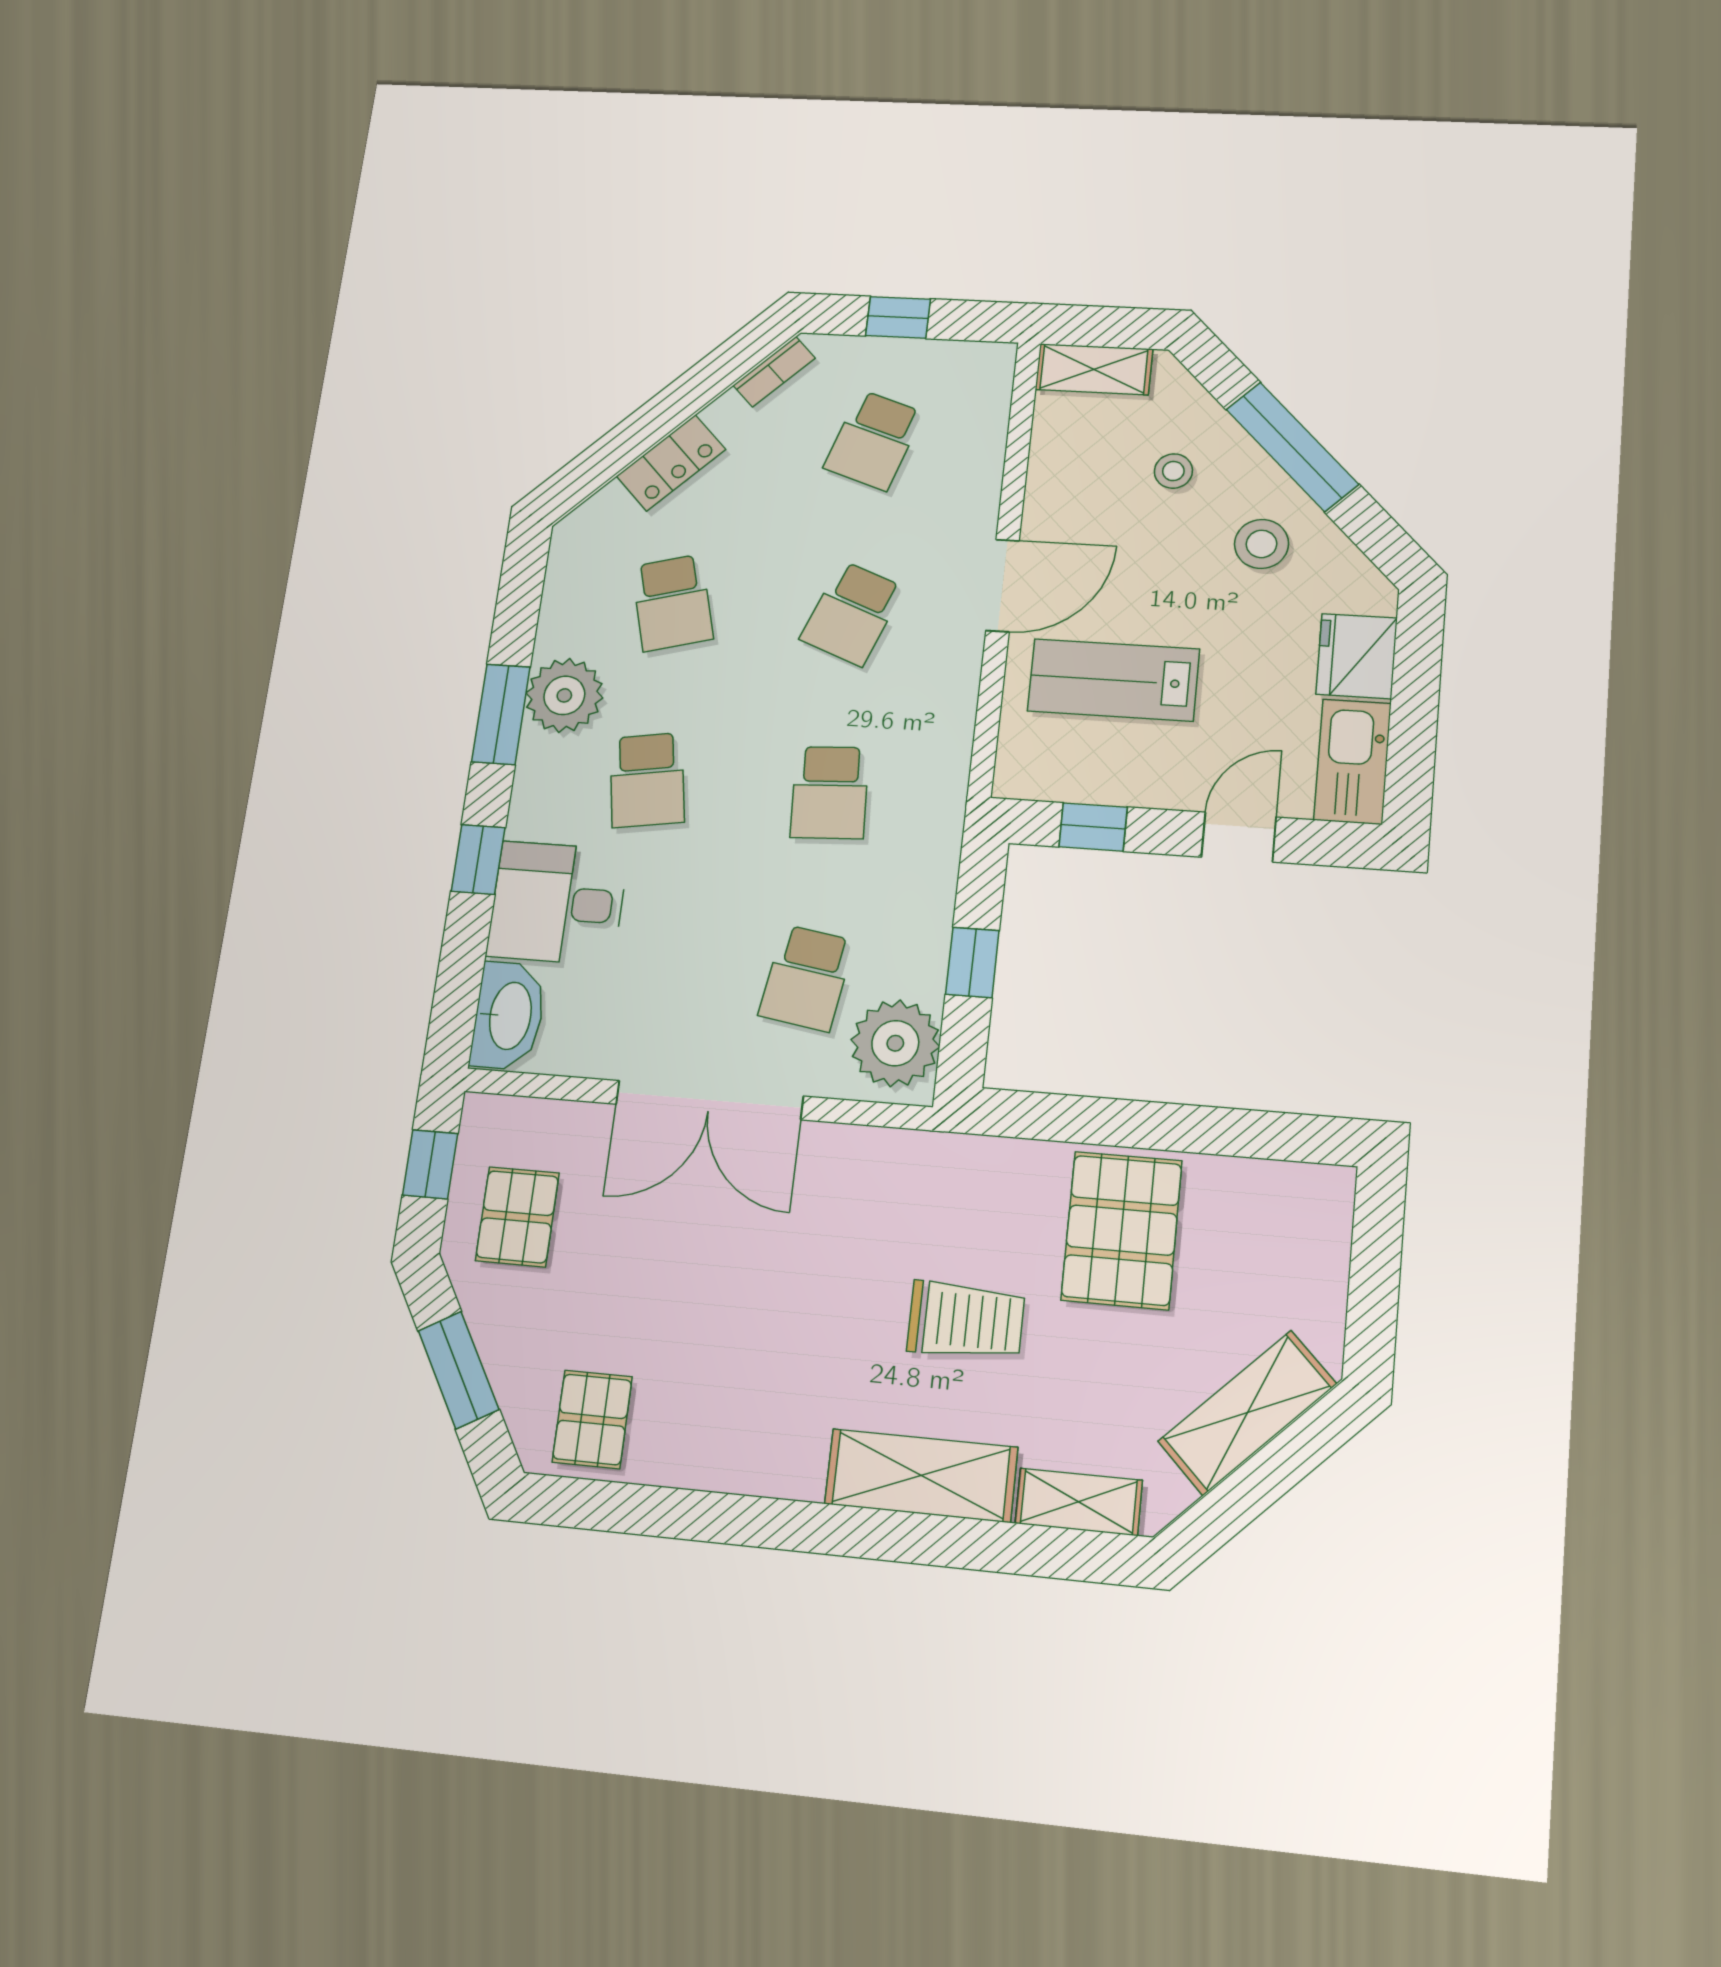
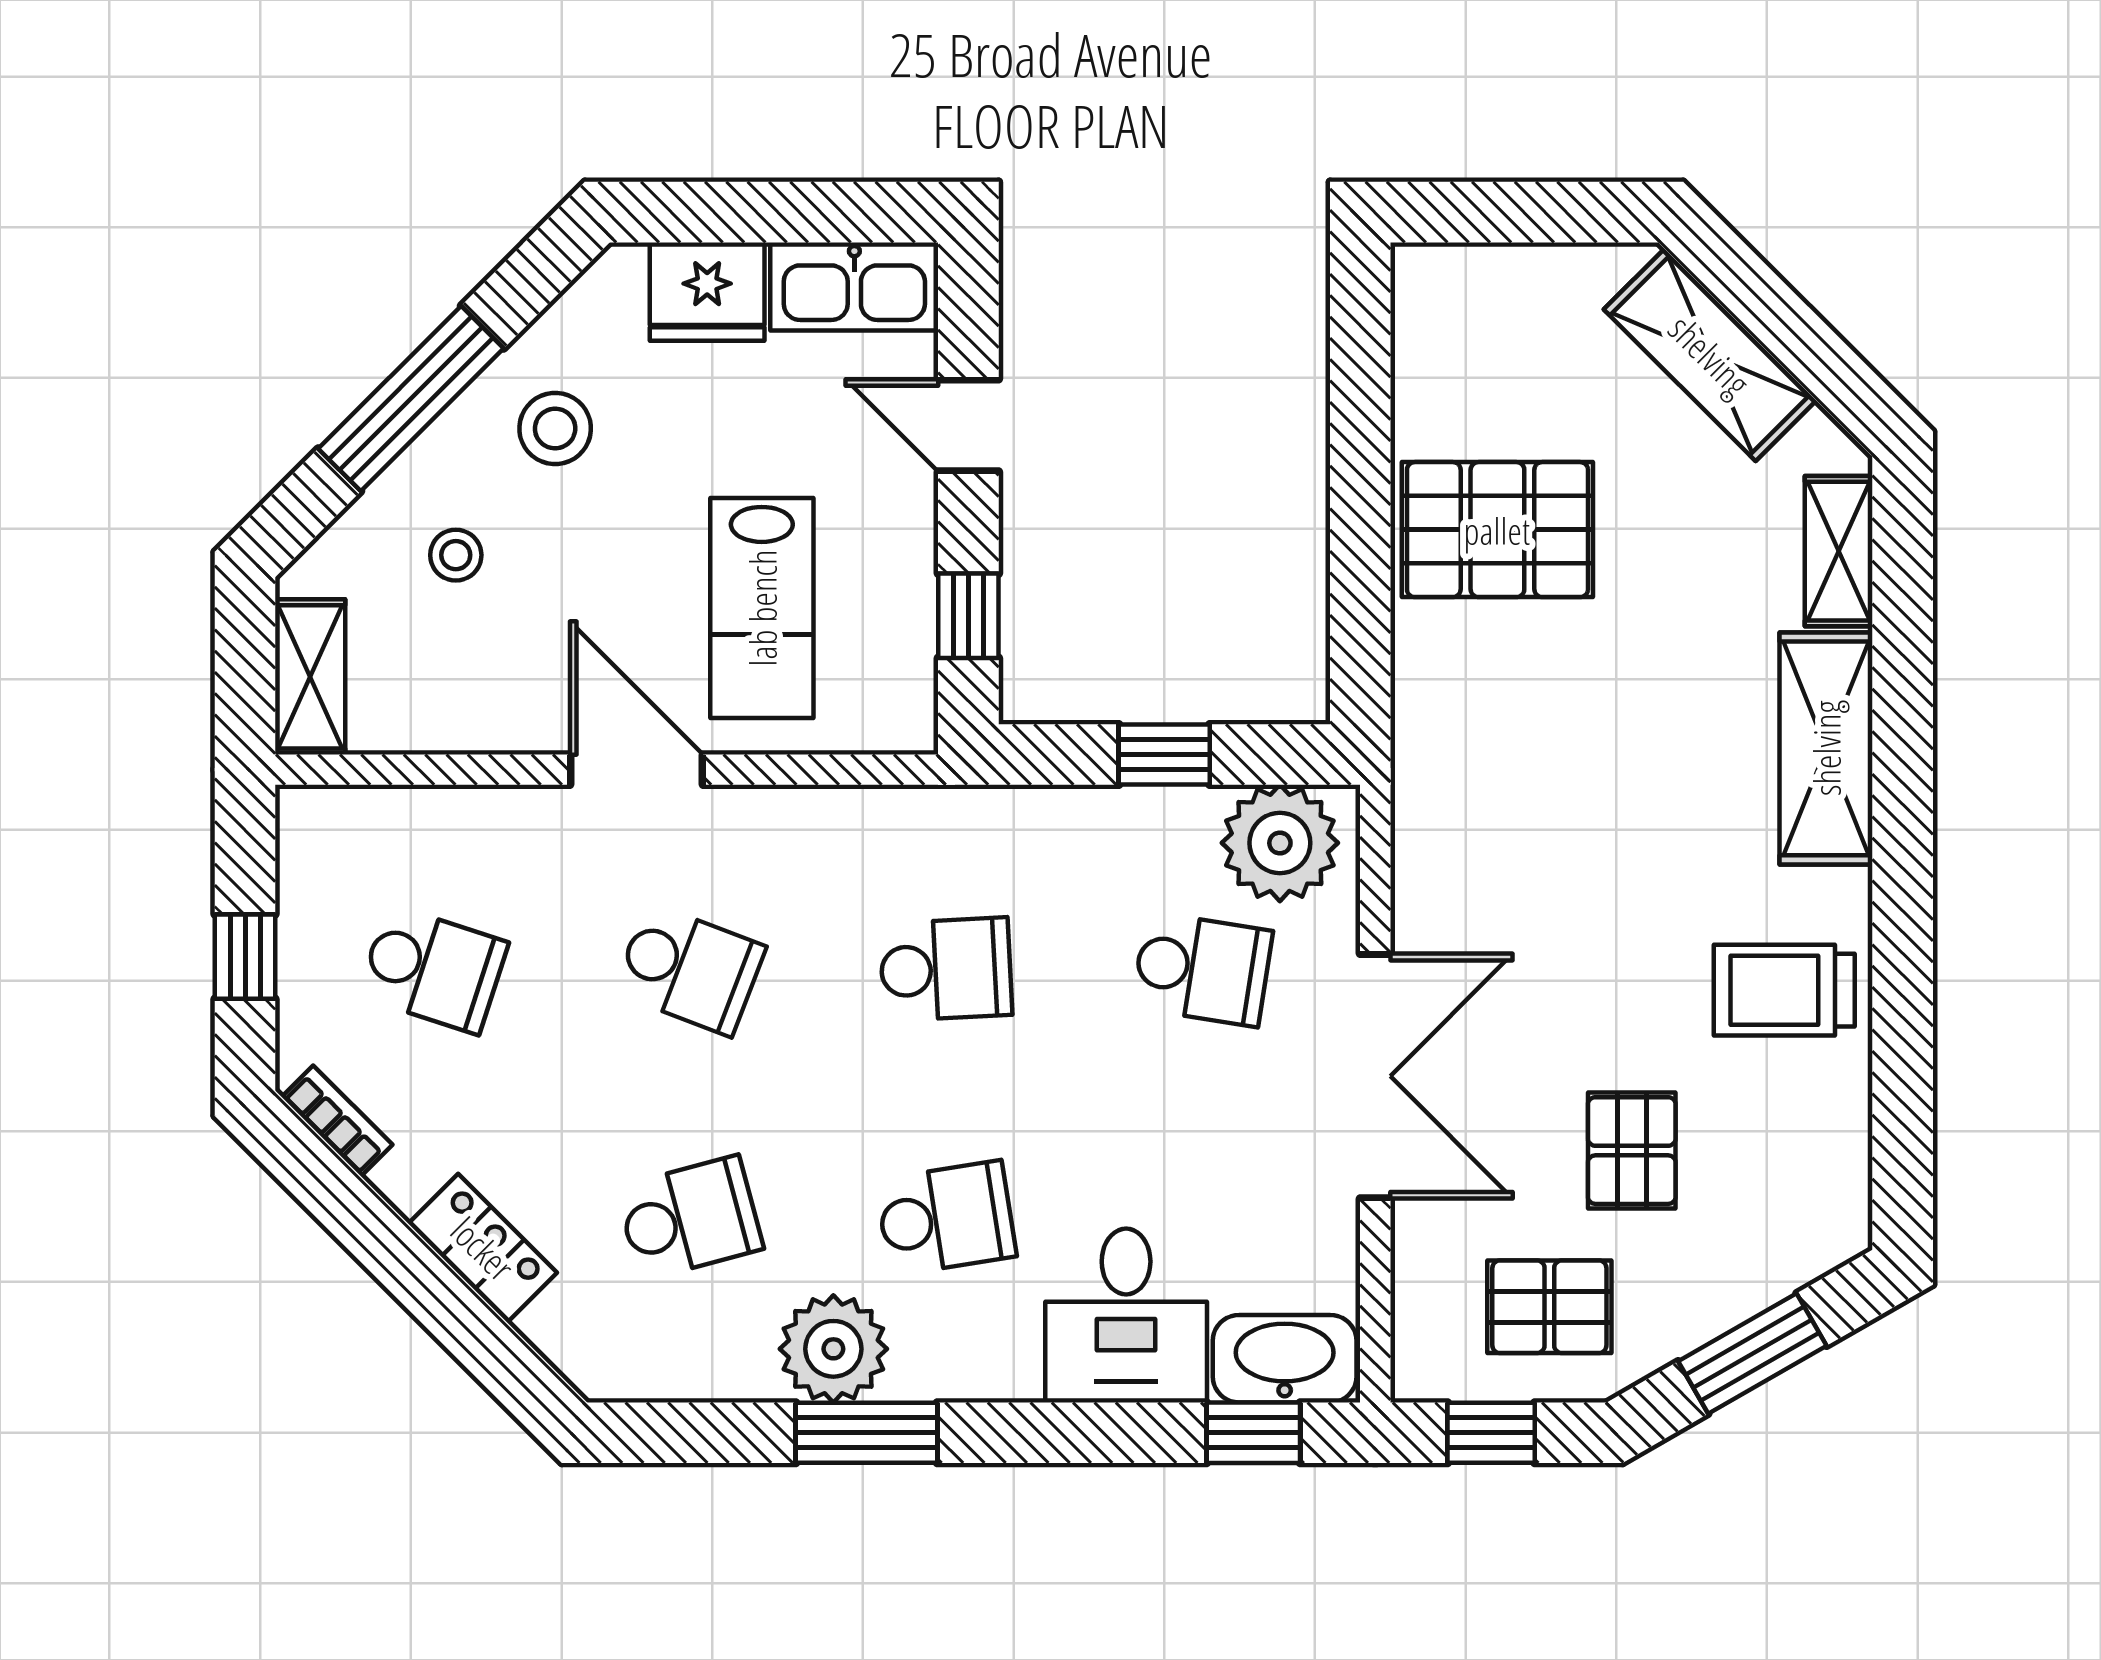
window: (478, 859) -> (1253, 1433), moved
trolley: (966, 1320) -> (1784, 990), moved, turned -90
pallet: (592, 1419) -> (1632, 1151), moved, turned 90

